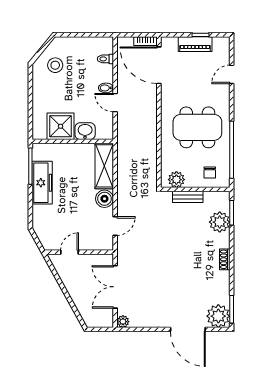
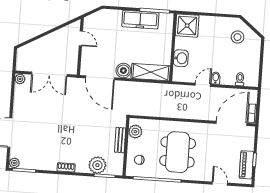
piano: (195, 44) -> (246, 165), moved
shower: (61, 126) -> (187, 26), moved
door: (115, 226) -> (100, 78), width x1.88
double door: (115, 287) -> (49, 74), swing flipped
plant: (218, 316) -> (14, 163), width x0.53, depth x0.53

